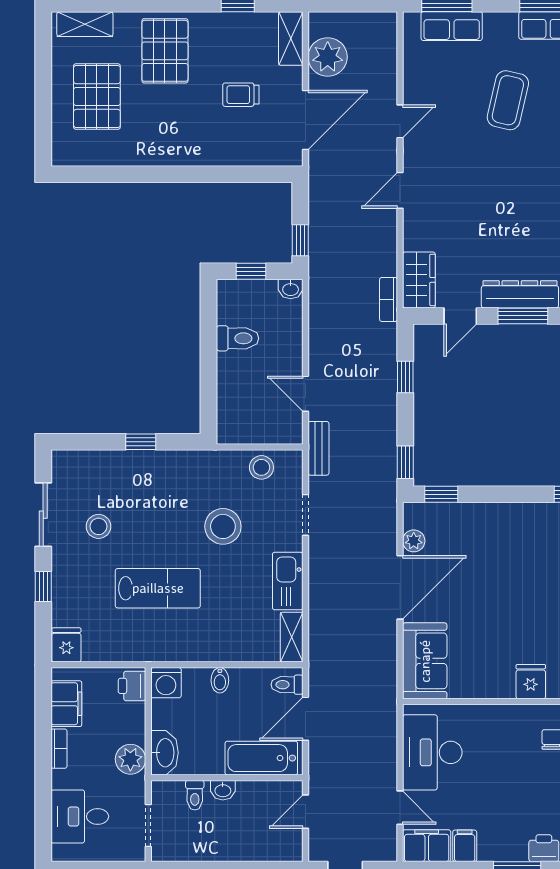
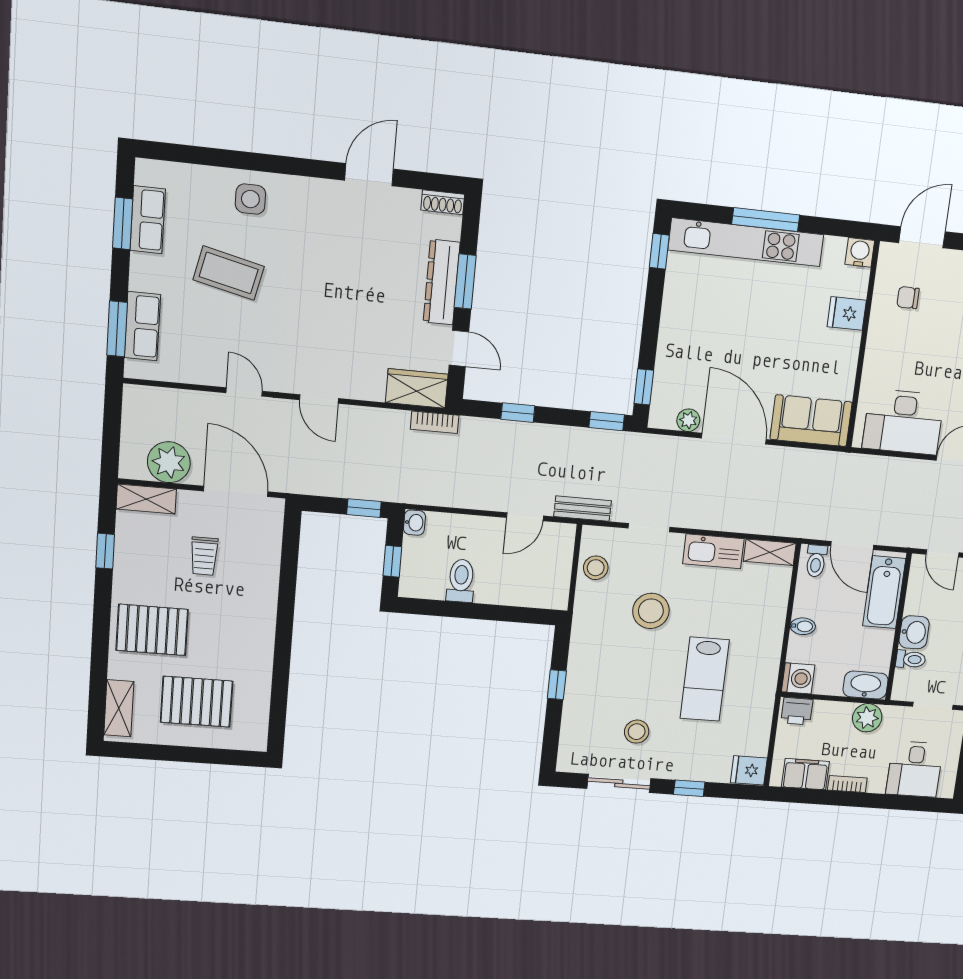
lab bench: (158, 588) -> (705, 679), turned 180
washbasin: (223, 790) -> (914, 632), width x1.38, depth x1.45

